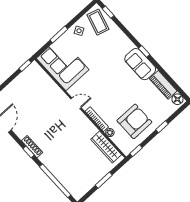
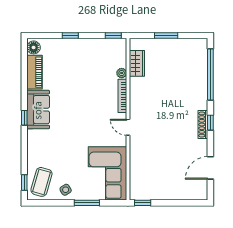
armchair: (134, 121) -> (90, 63), removed
wardrobe: (106, 147) -> (137, 63), width x0.67

